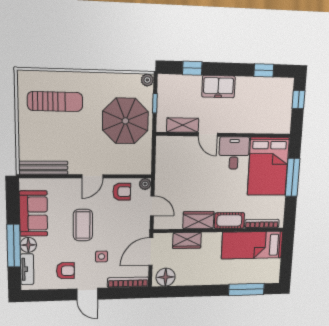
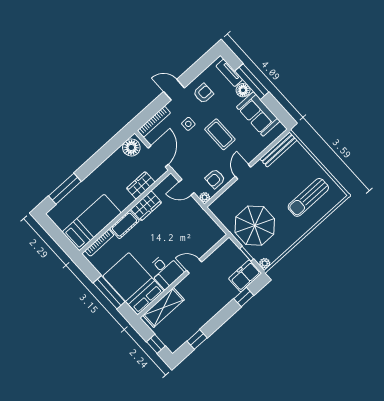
freezer: (218, 87) -> (245, 276), moved
shelving: (183, 125) -> (163, 307), moved, width x1.50, depth x1.33
armchair: (65, 271) -> (203, 93), turned 180

